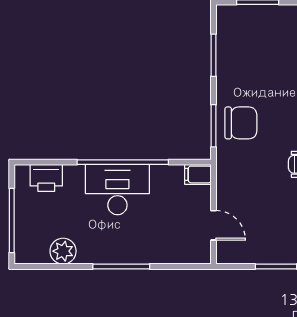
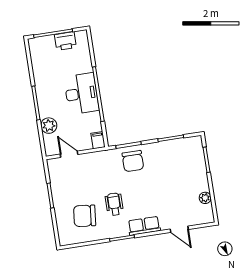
printer: (46, 178) -> (65, 41), moved, turned -90
door: (213, 225) -> (69, 154), swing flipped
plant: (63, 251) -> (49, 126), moved

